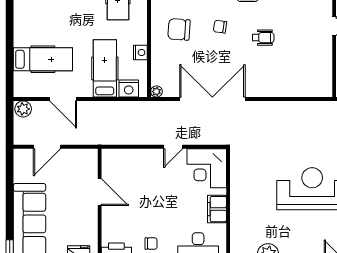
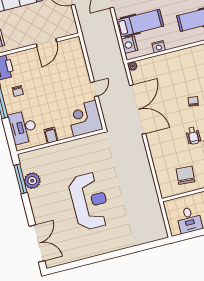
chair: (179, 29) -> (185, 175), moved
door: (173, 147) -> (94, 89), swing flipped
filing cabinet: (217, 209) -> (51, 135), width x0.50

